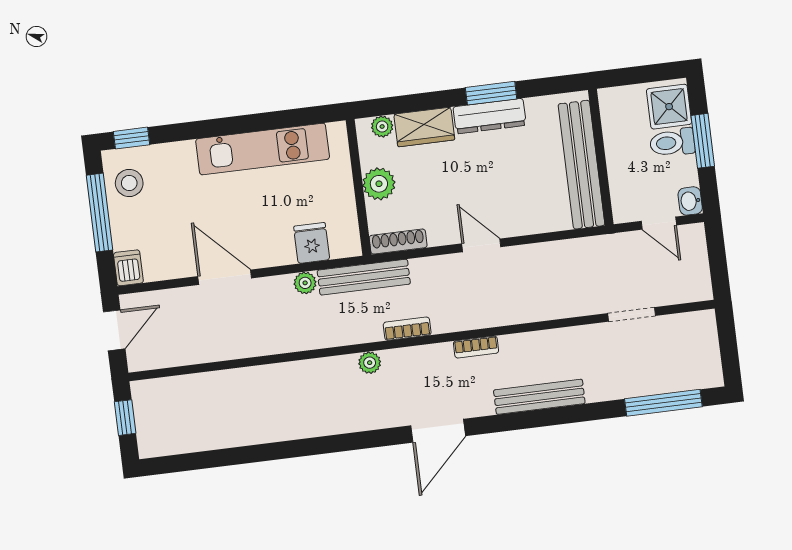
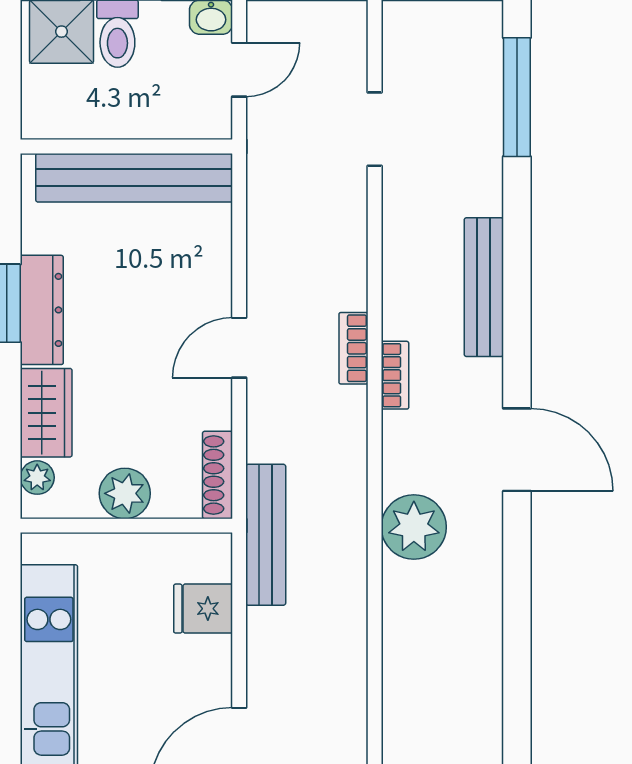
plant: (305, 283) -> (263, 626), removed
bookcase: (407, 329) -> (353, 348), moved
plant: (370, 363) -> (414, 527), width x1.88, depth x1.88

